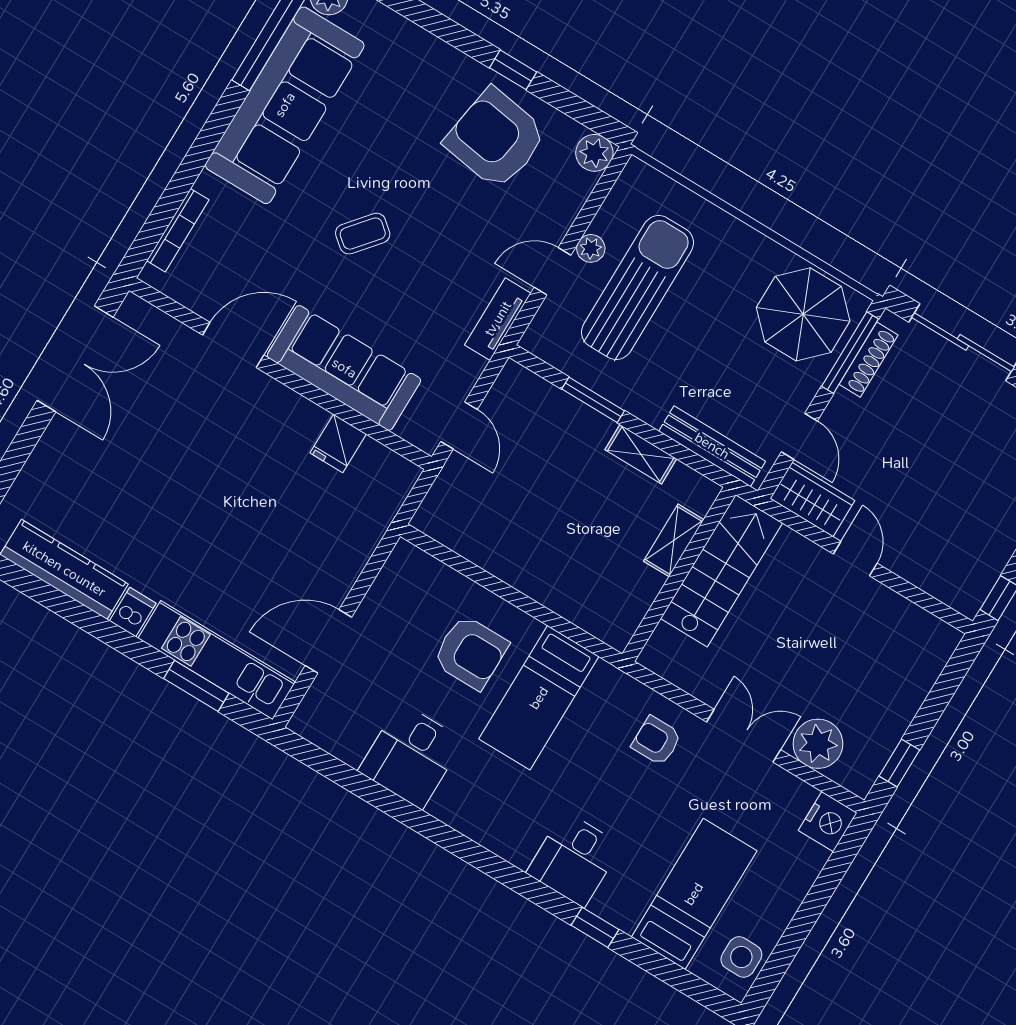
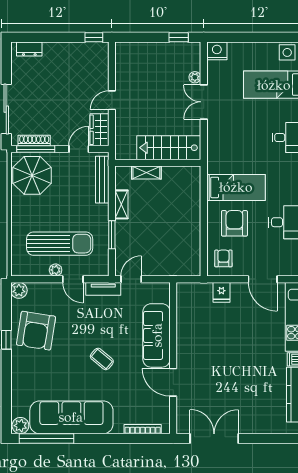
sun lounger: (638, 288) -> (60, 244), turned 180
door: (459, 425) -> (131, 279), moved
fridge: (338, 443) -> (221, 292), moved, turned 90
stairs: (721, 571) -> (169, 148), moved
armchair: (657, 741) -> (223, 258), moved, turned 180
plant: (818, 744) -> (195, 77), width x0.53, depth x0.53

